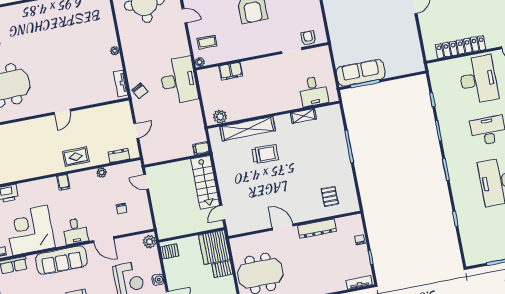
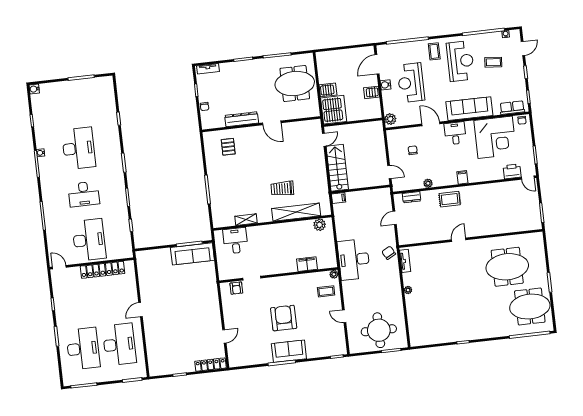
desk: (478, 80) -> (89, 240), turned 180
server rack: (169, 252) -> (372, 92), moved

